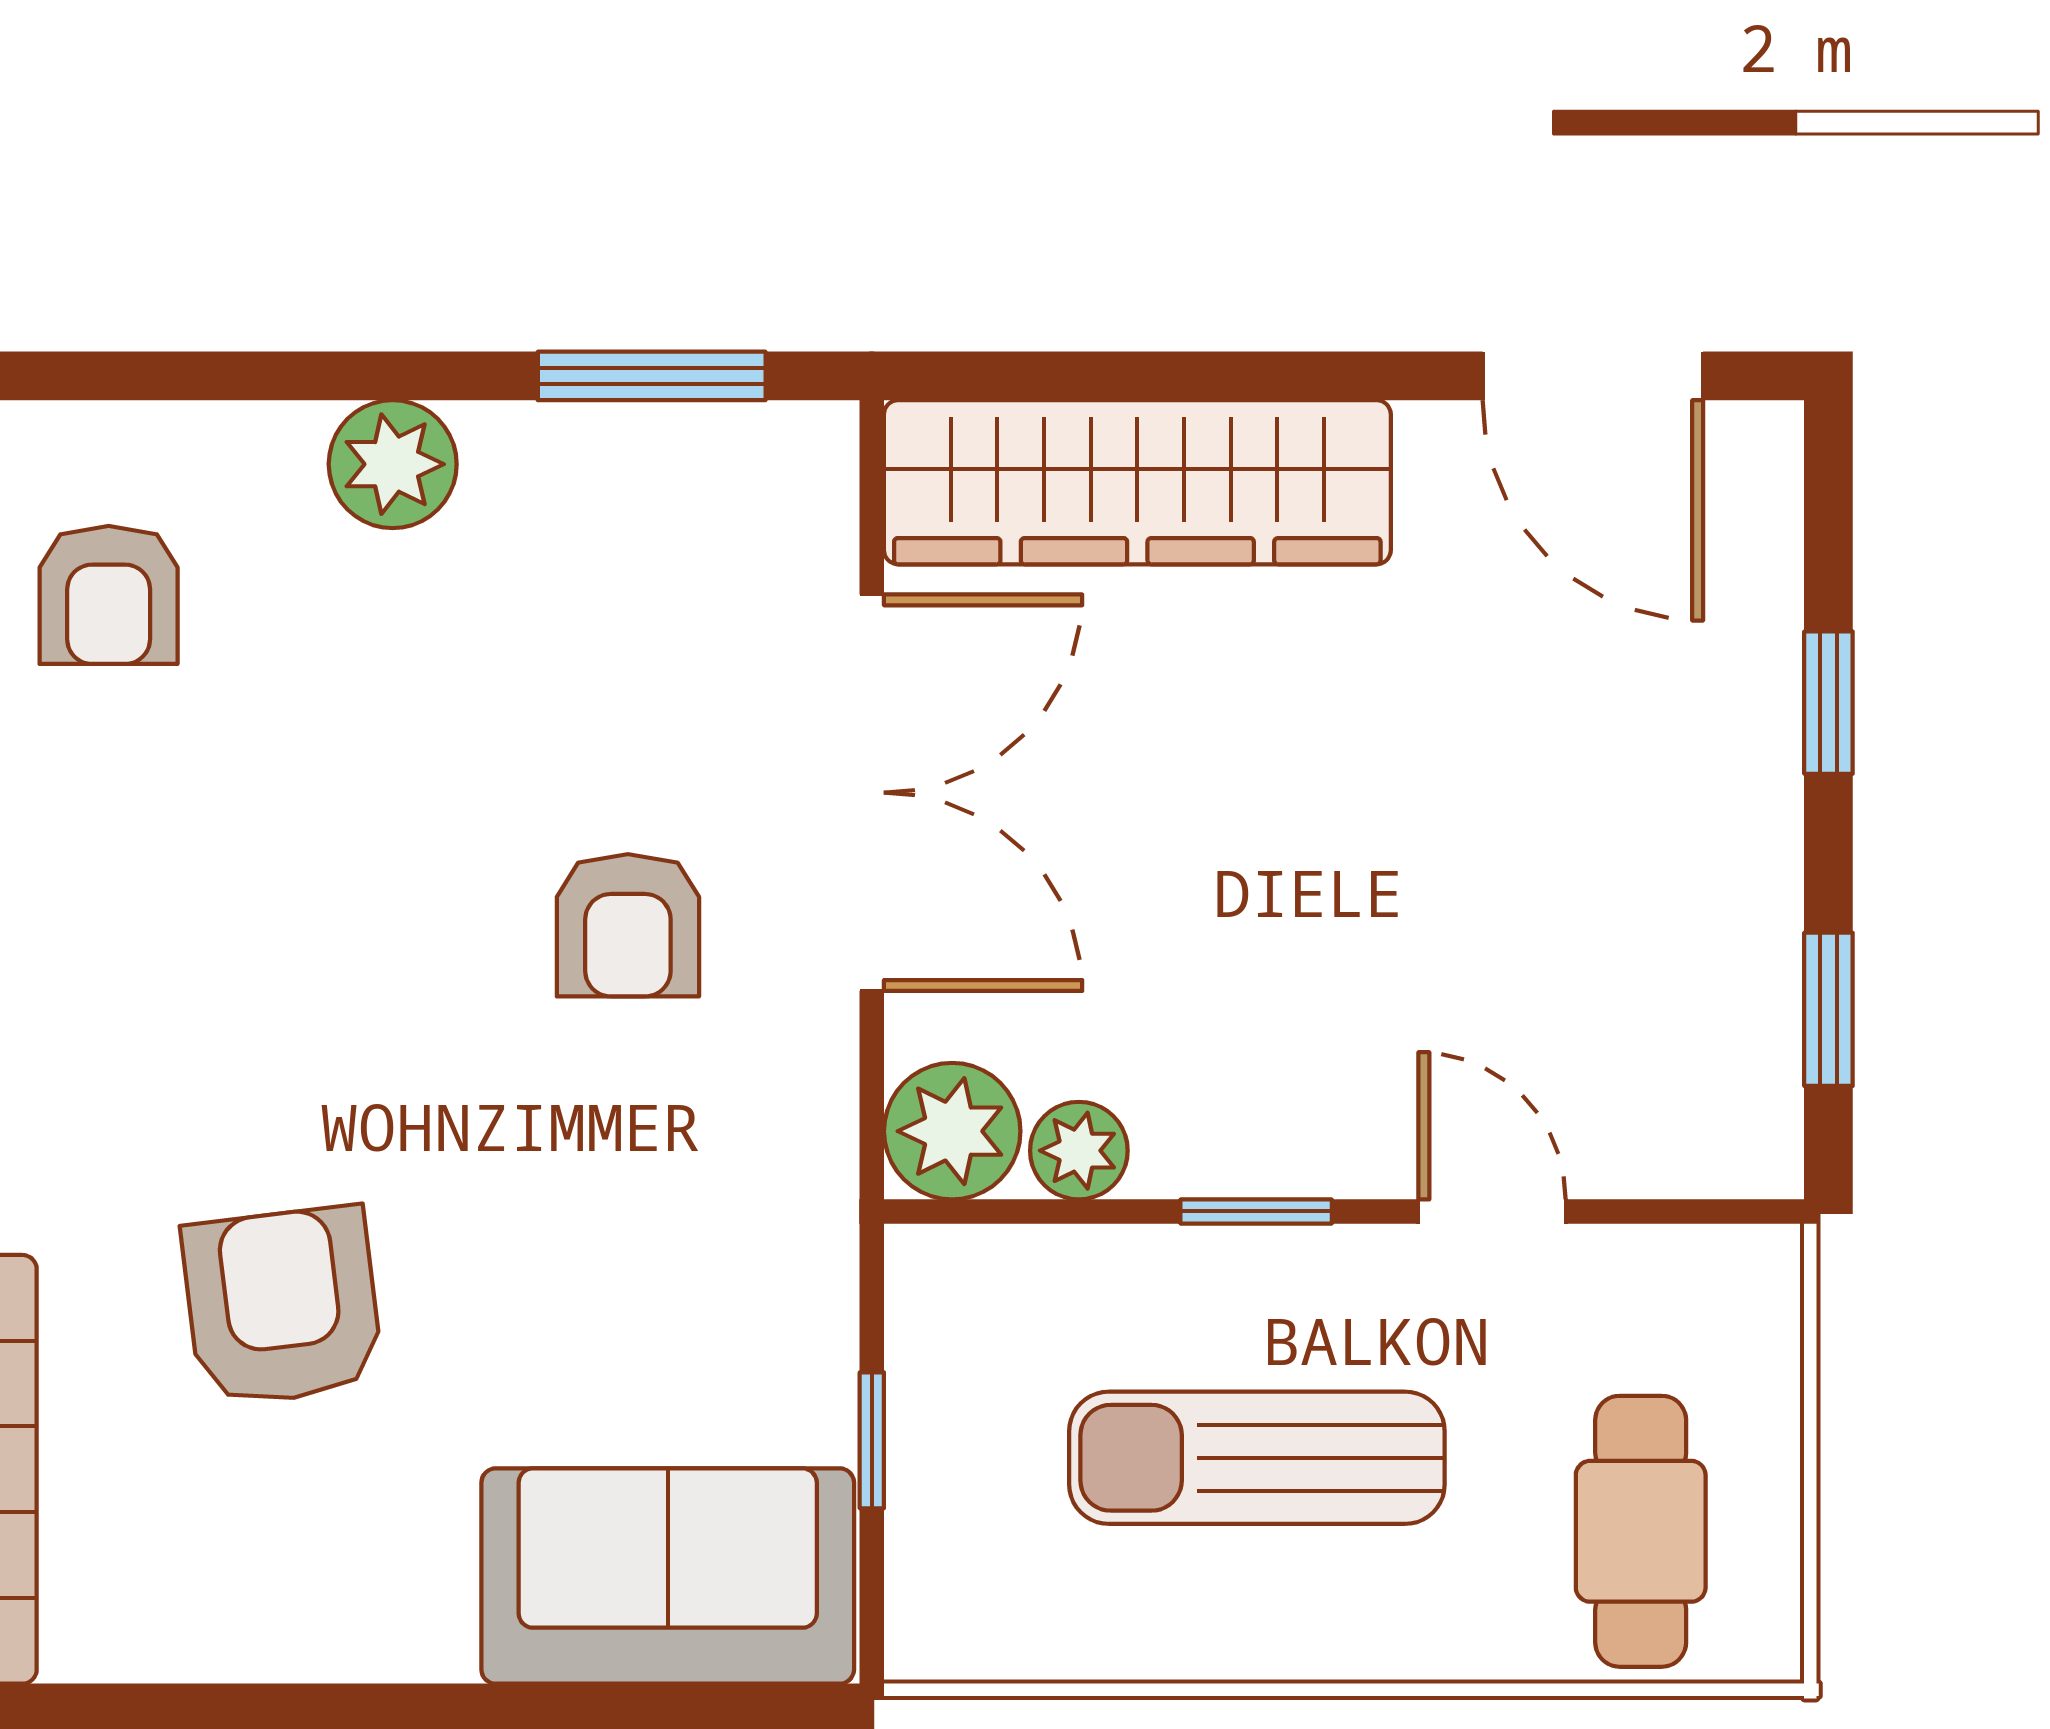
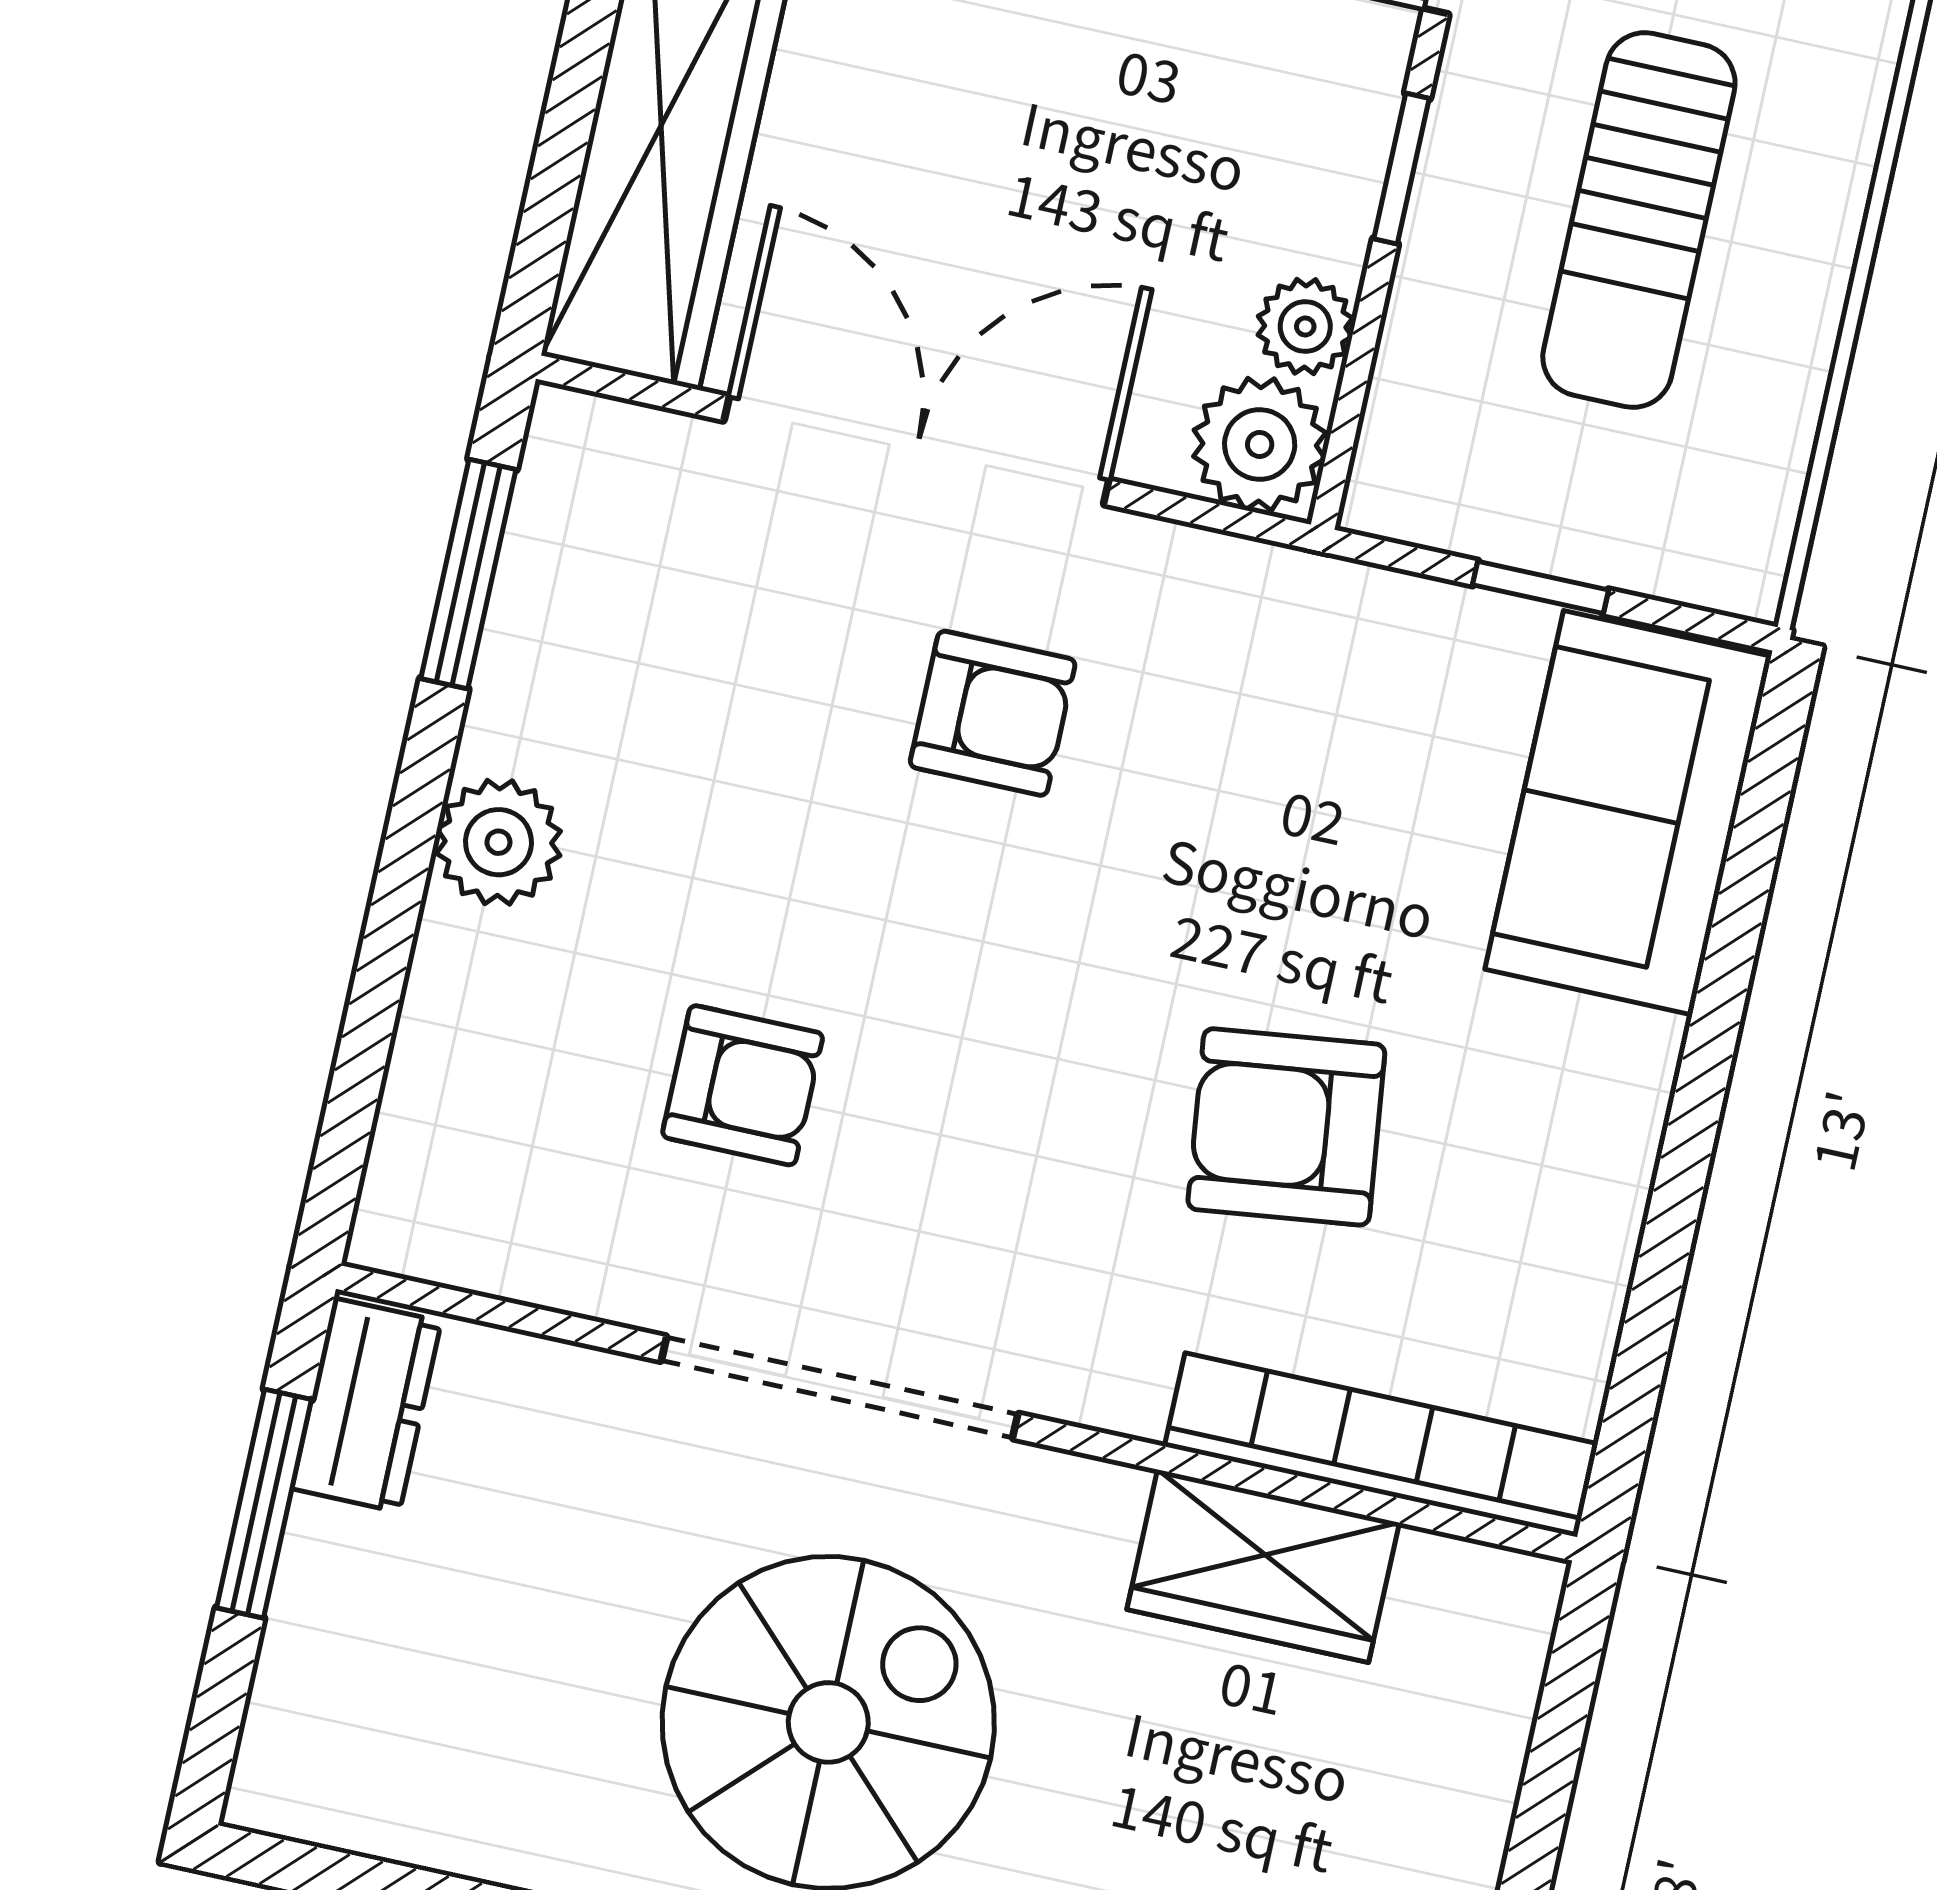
armchair: (109, 595) -> (743, 1085), moved

